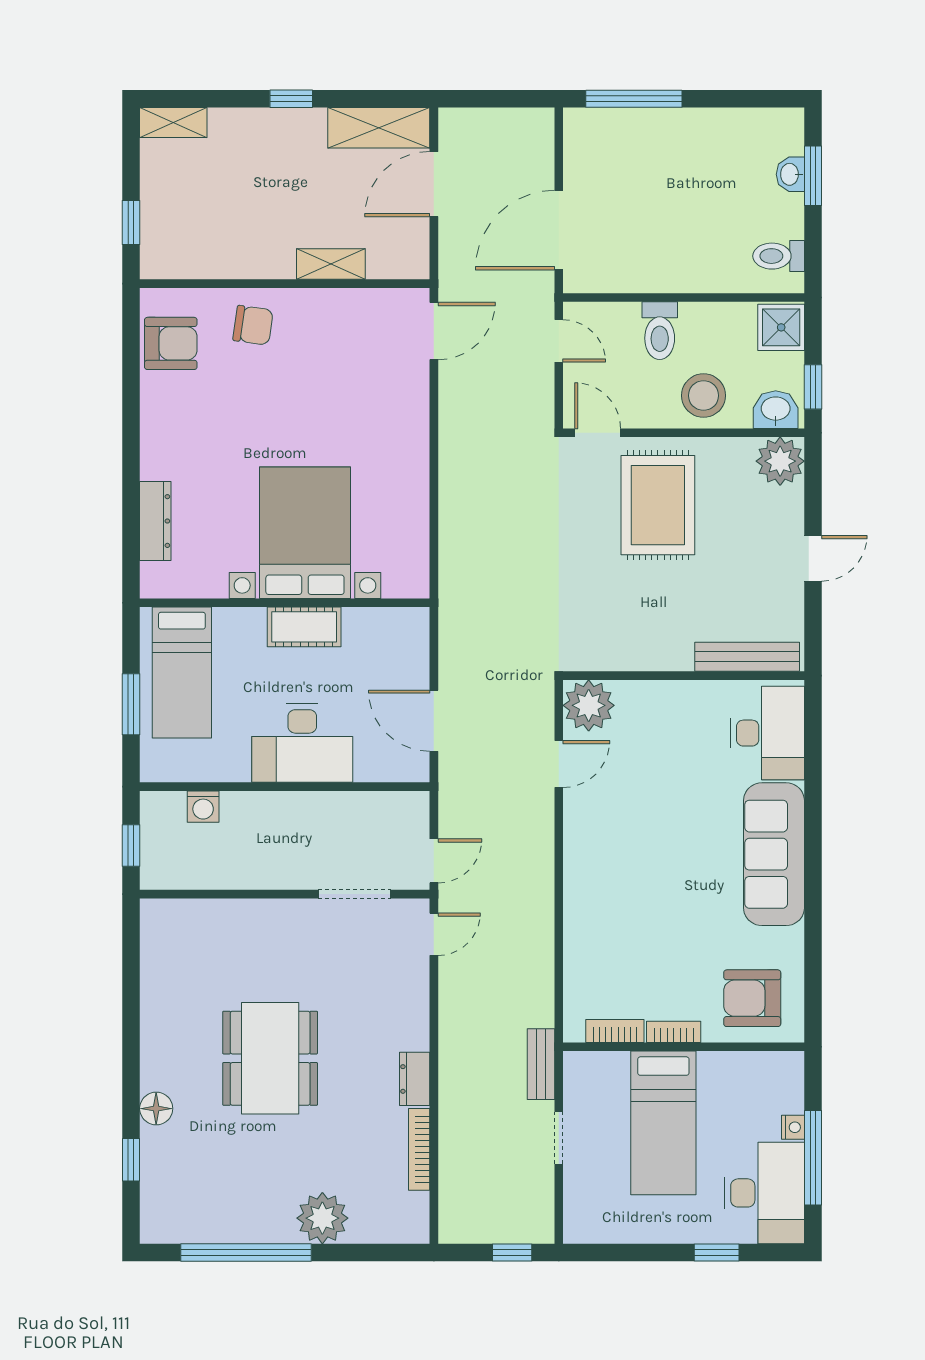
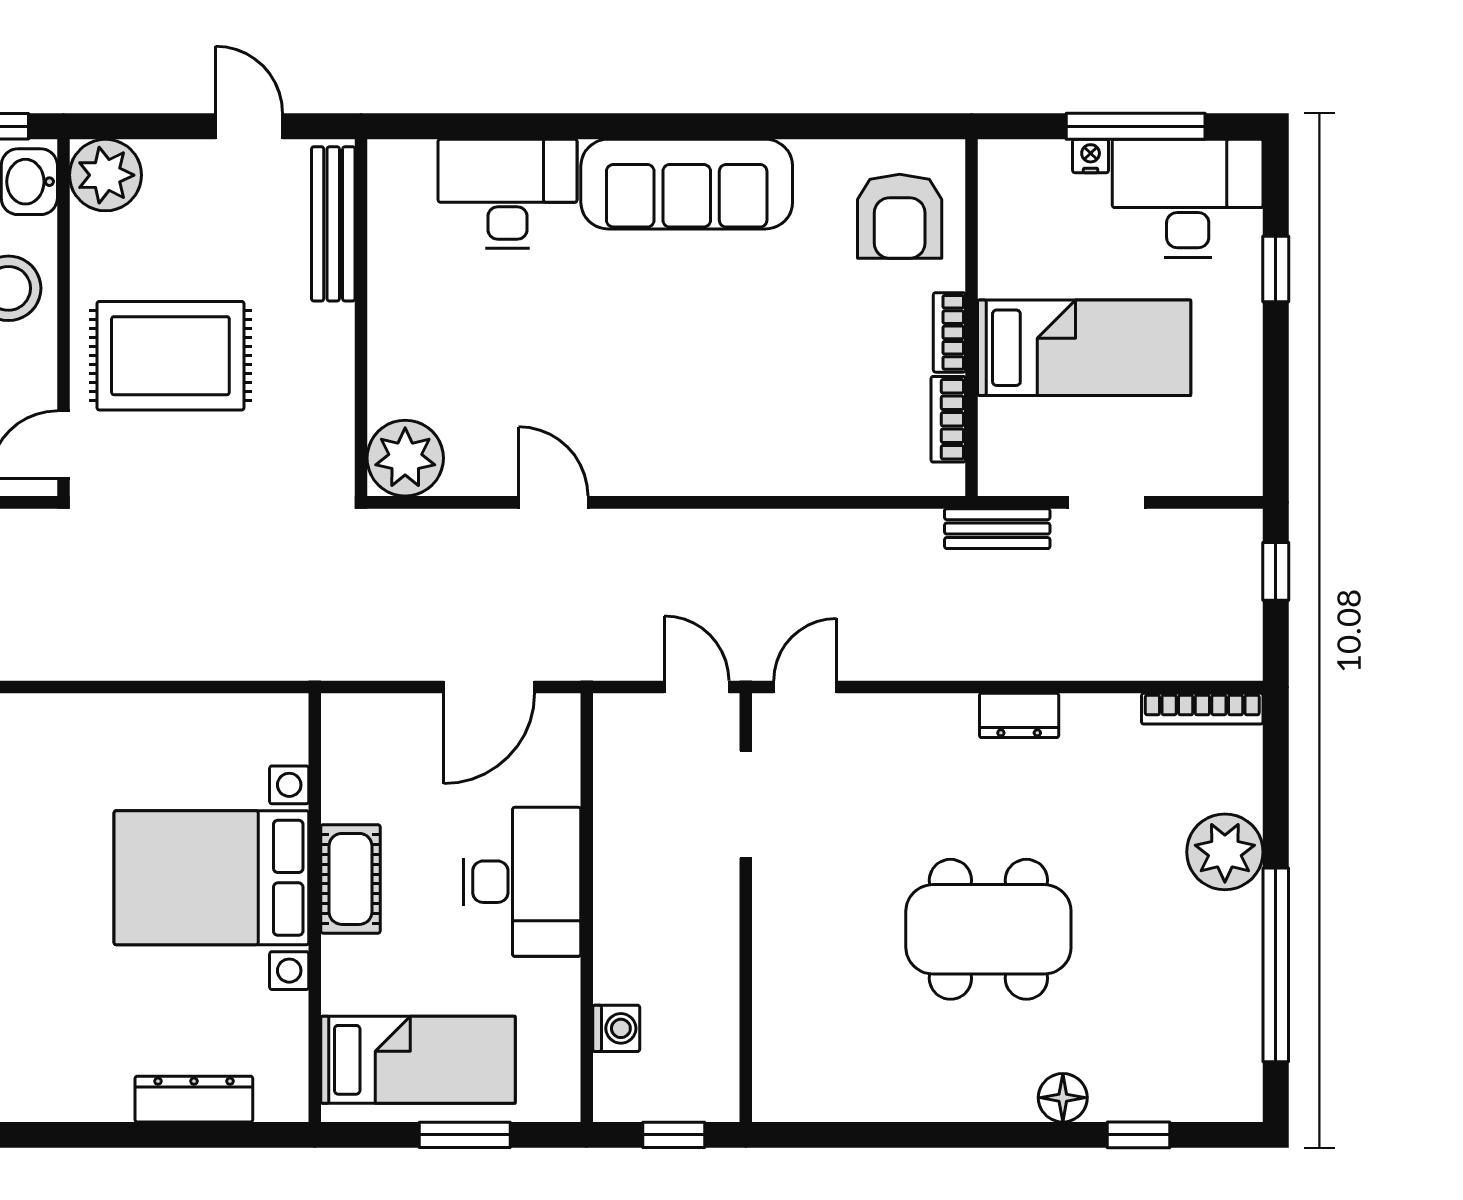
bench: (747, 657) -> (333, 224), moved
wall: (684, 676) -> (361, 318), moved
plant: (589, 705) -> (405, 458), moved
door: (434, 934) -> (805, 687), hinge flipped
bookcase: (419, 1149) -> (1202, 709), moved

